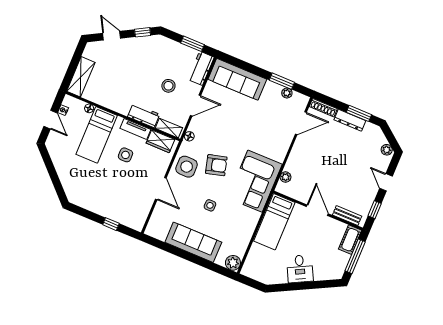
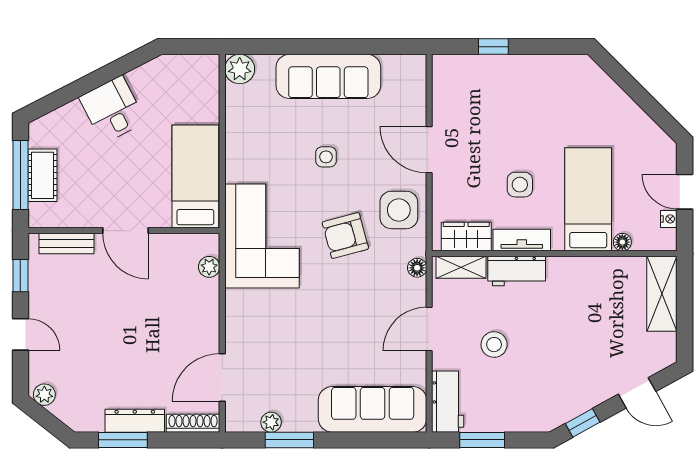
cot: (350, 240) -> (42, 175), moved

